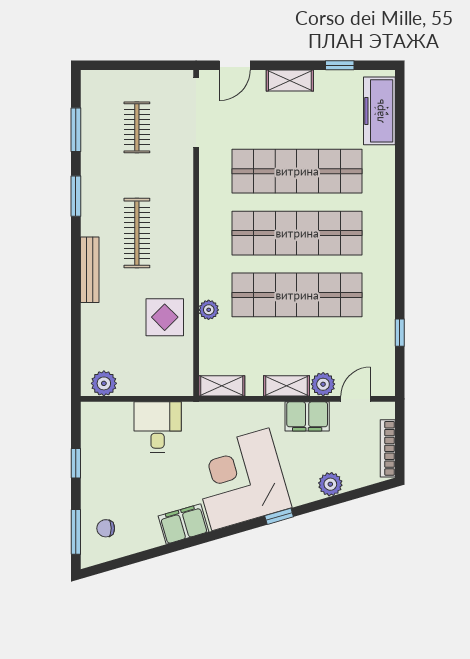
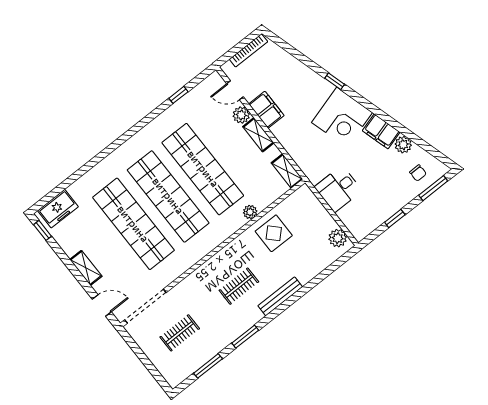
window: (340, 65) -> (43, 230), moved
freezer: (379, 111) -> (58, 209), width x0.71
clothes rail: (137, 233) -> (239, 286), width x0.73
corner desk: (240, 479) -> (342, 117), width x0.74, depth x0.74
plant: (330, 484) -> (403, 145), moved

